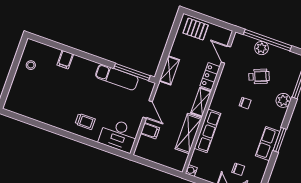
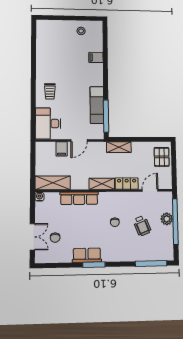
plant: (283, 100) -> (129, 255), removed
shelving: (188, 134) -> (53, 183), moved

